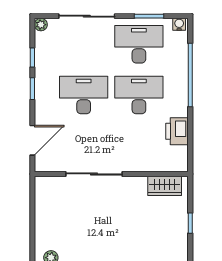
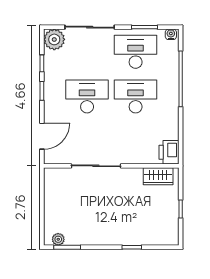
plant: (41, 25) -> (54, 39), width x1.88, depth x1.88
printer: (177, 131) -> (169, 152), moved

